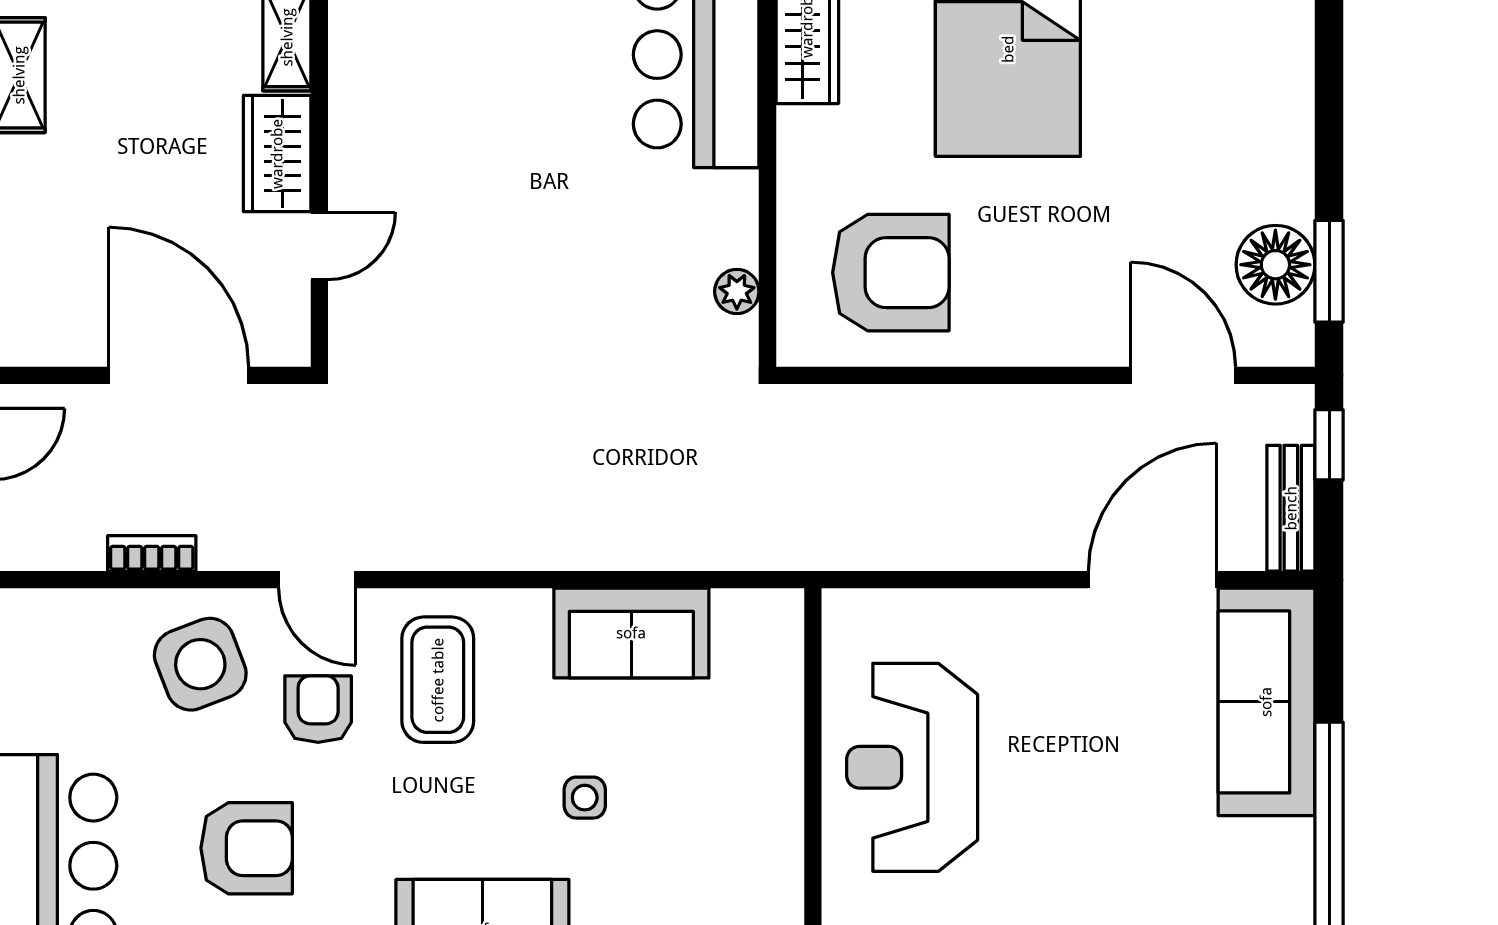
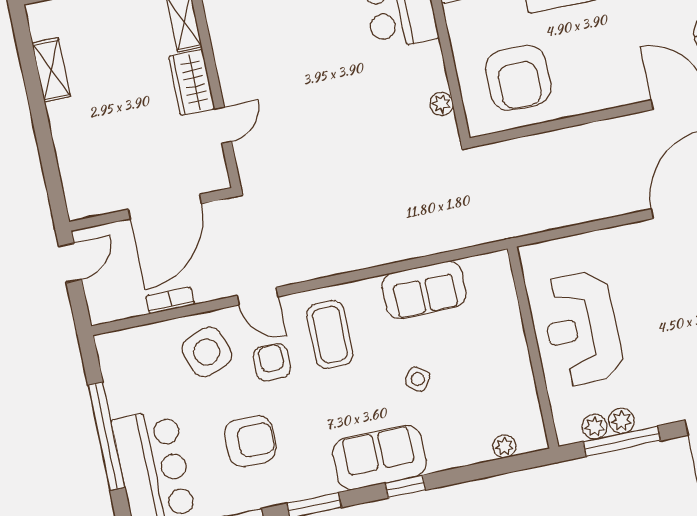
armchair: (891, 273) -> (518, 78), turned 90
door: (179, 375) -> (165, 207), swing flipped
side table: (585, 798) -> (418, 379), turned 36

